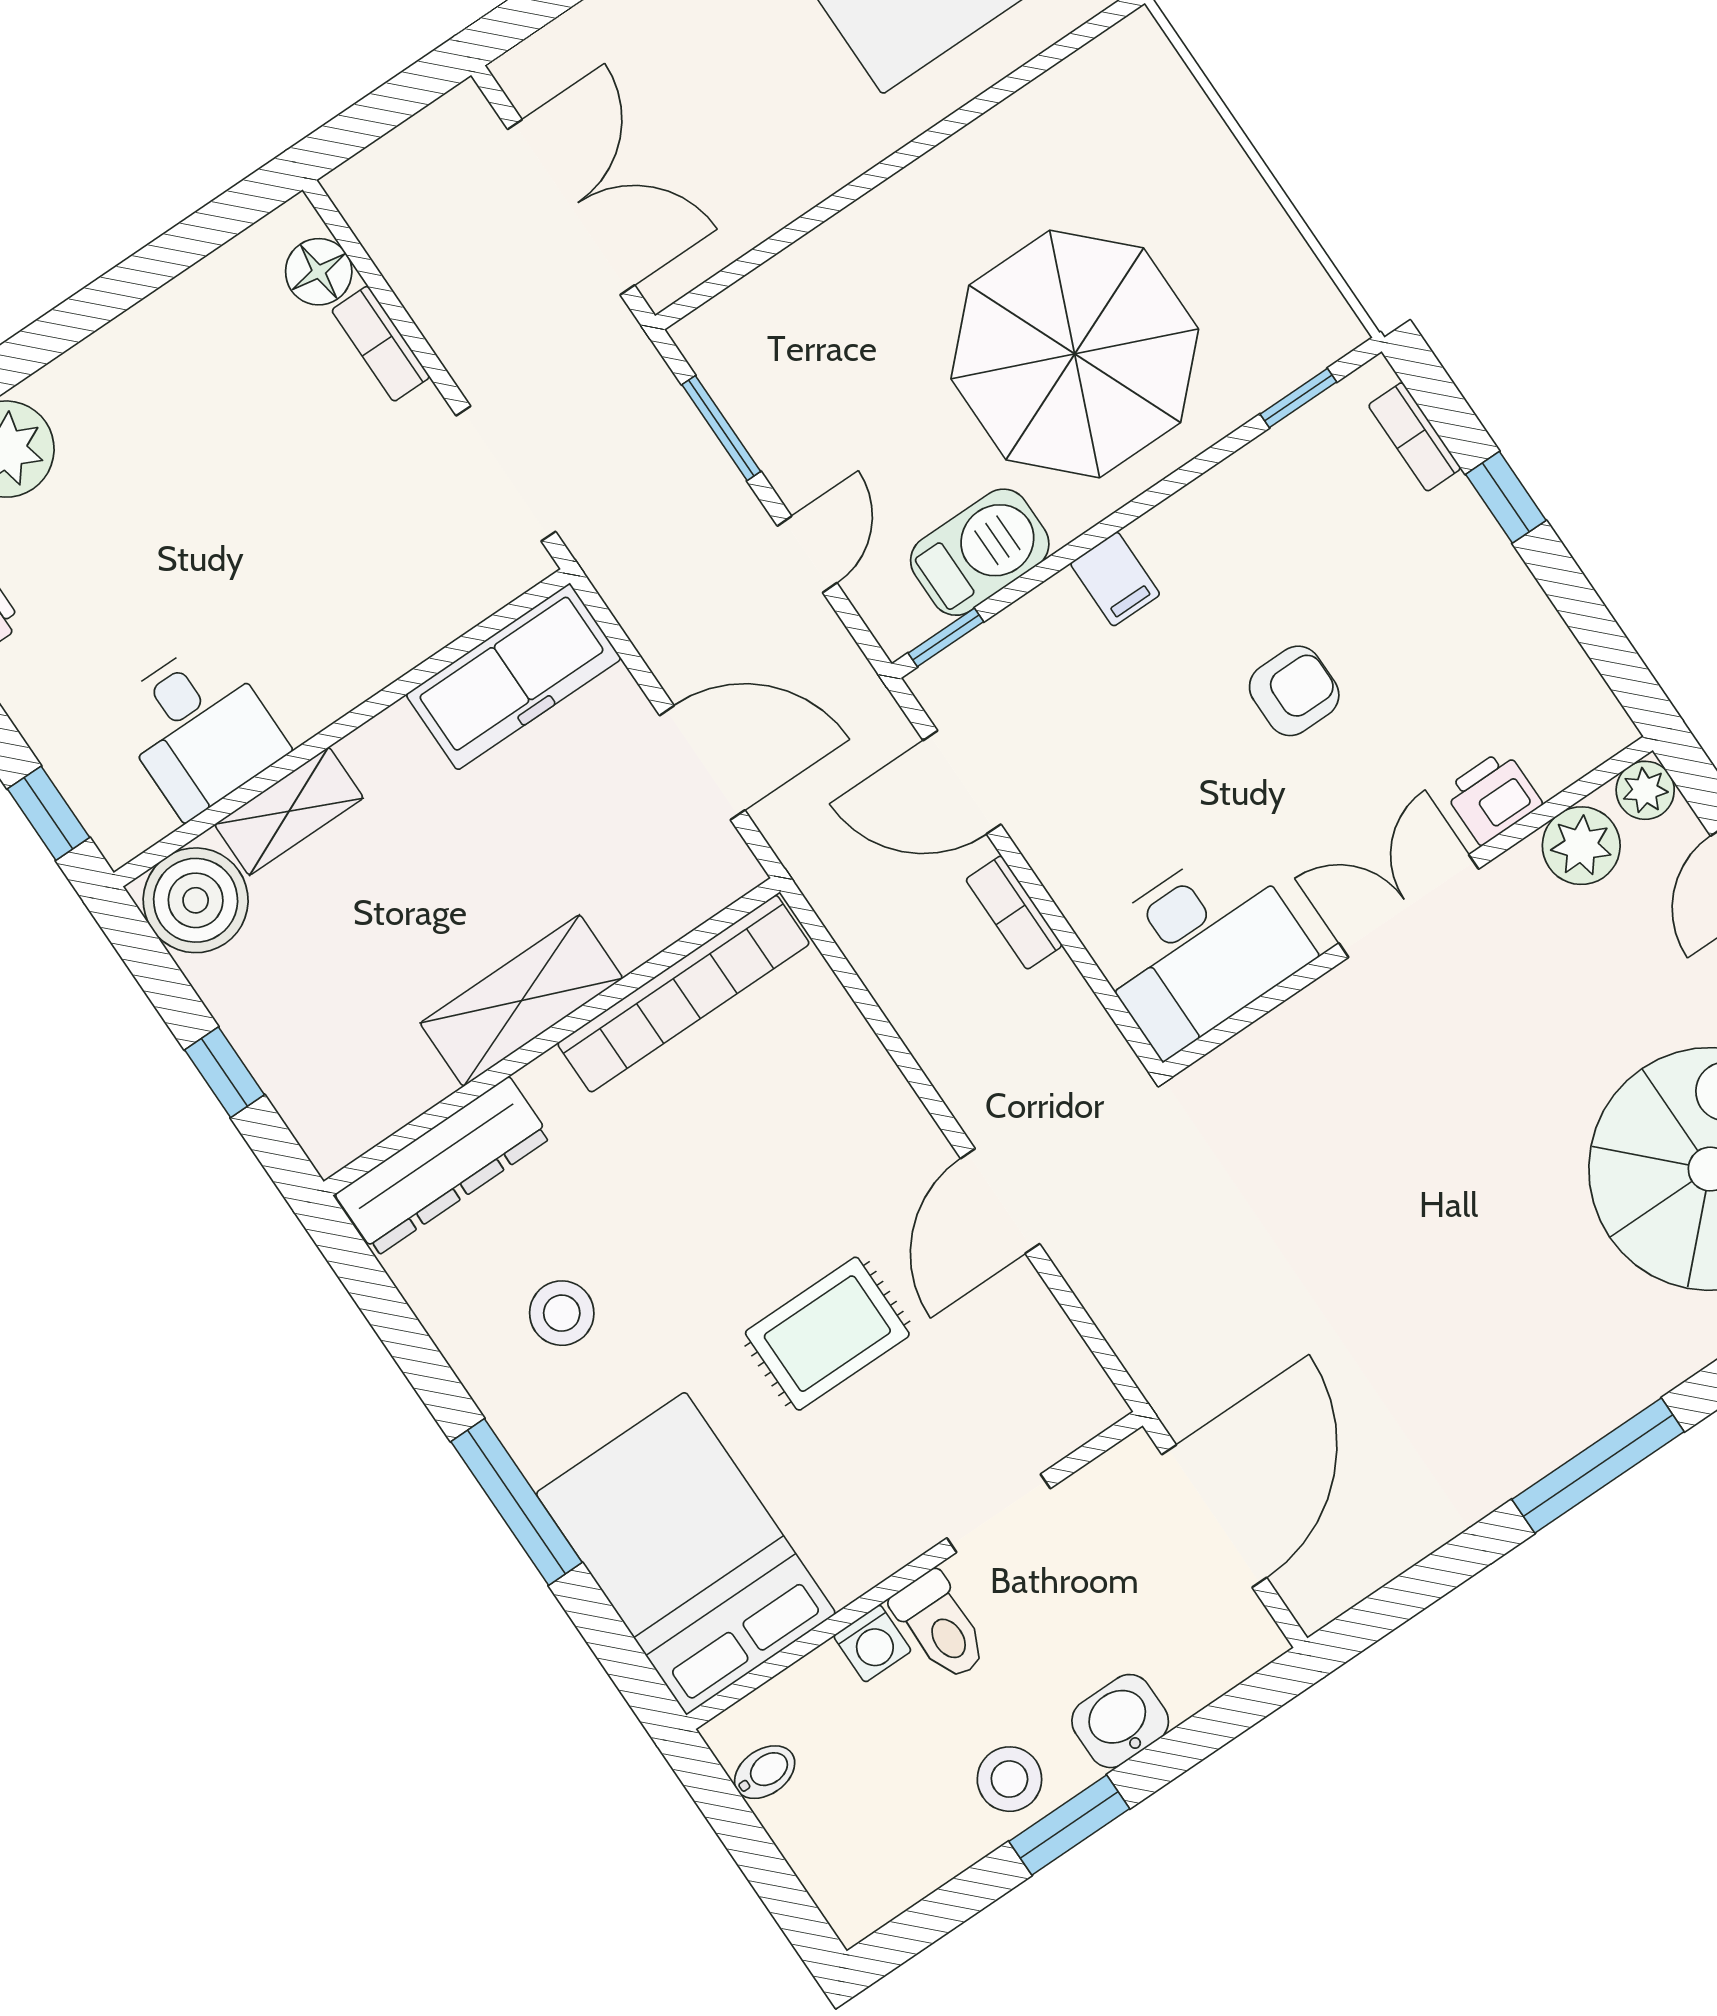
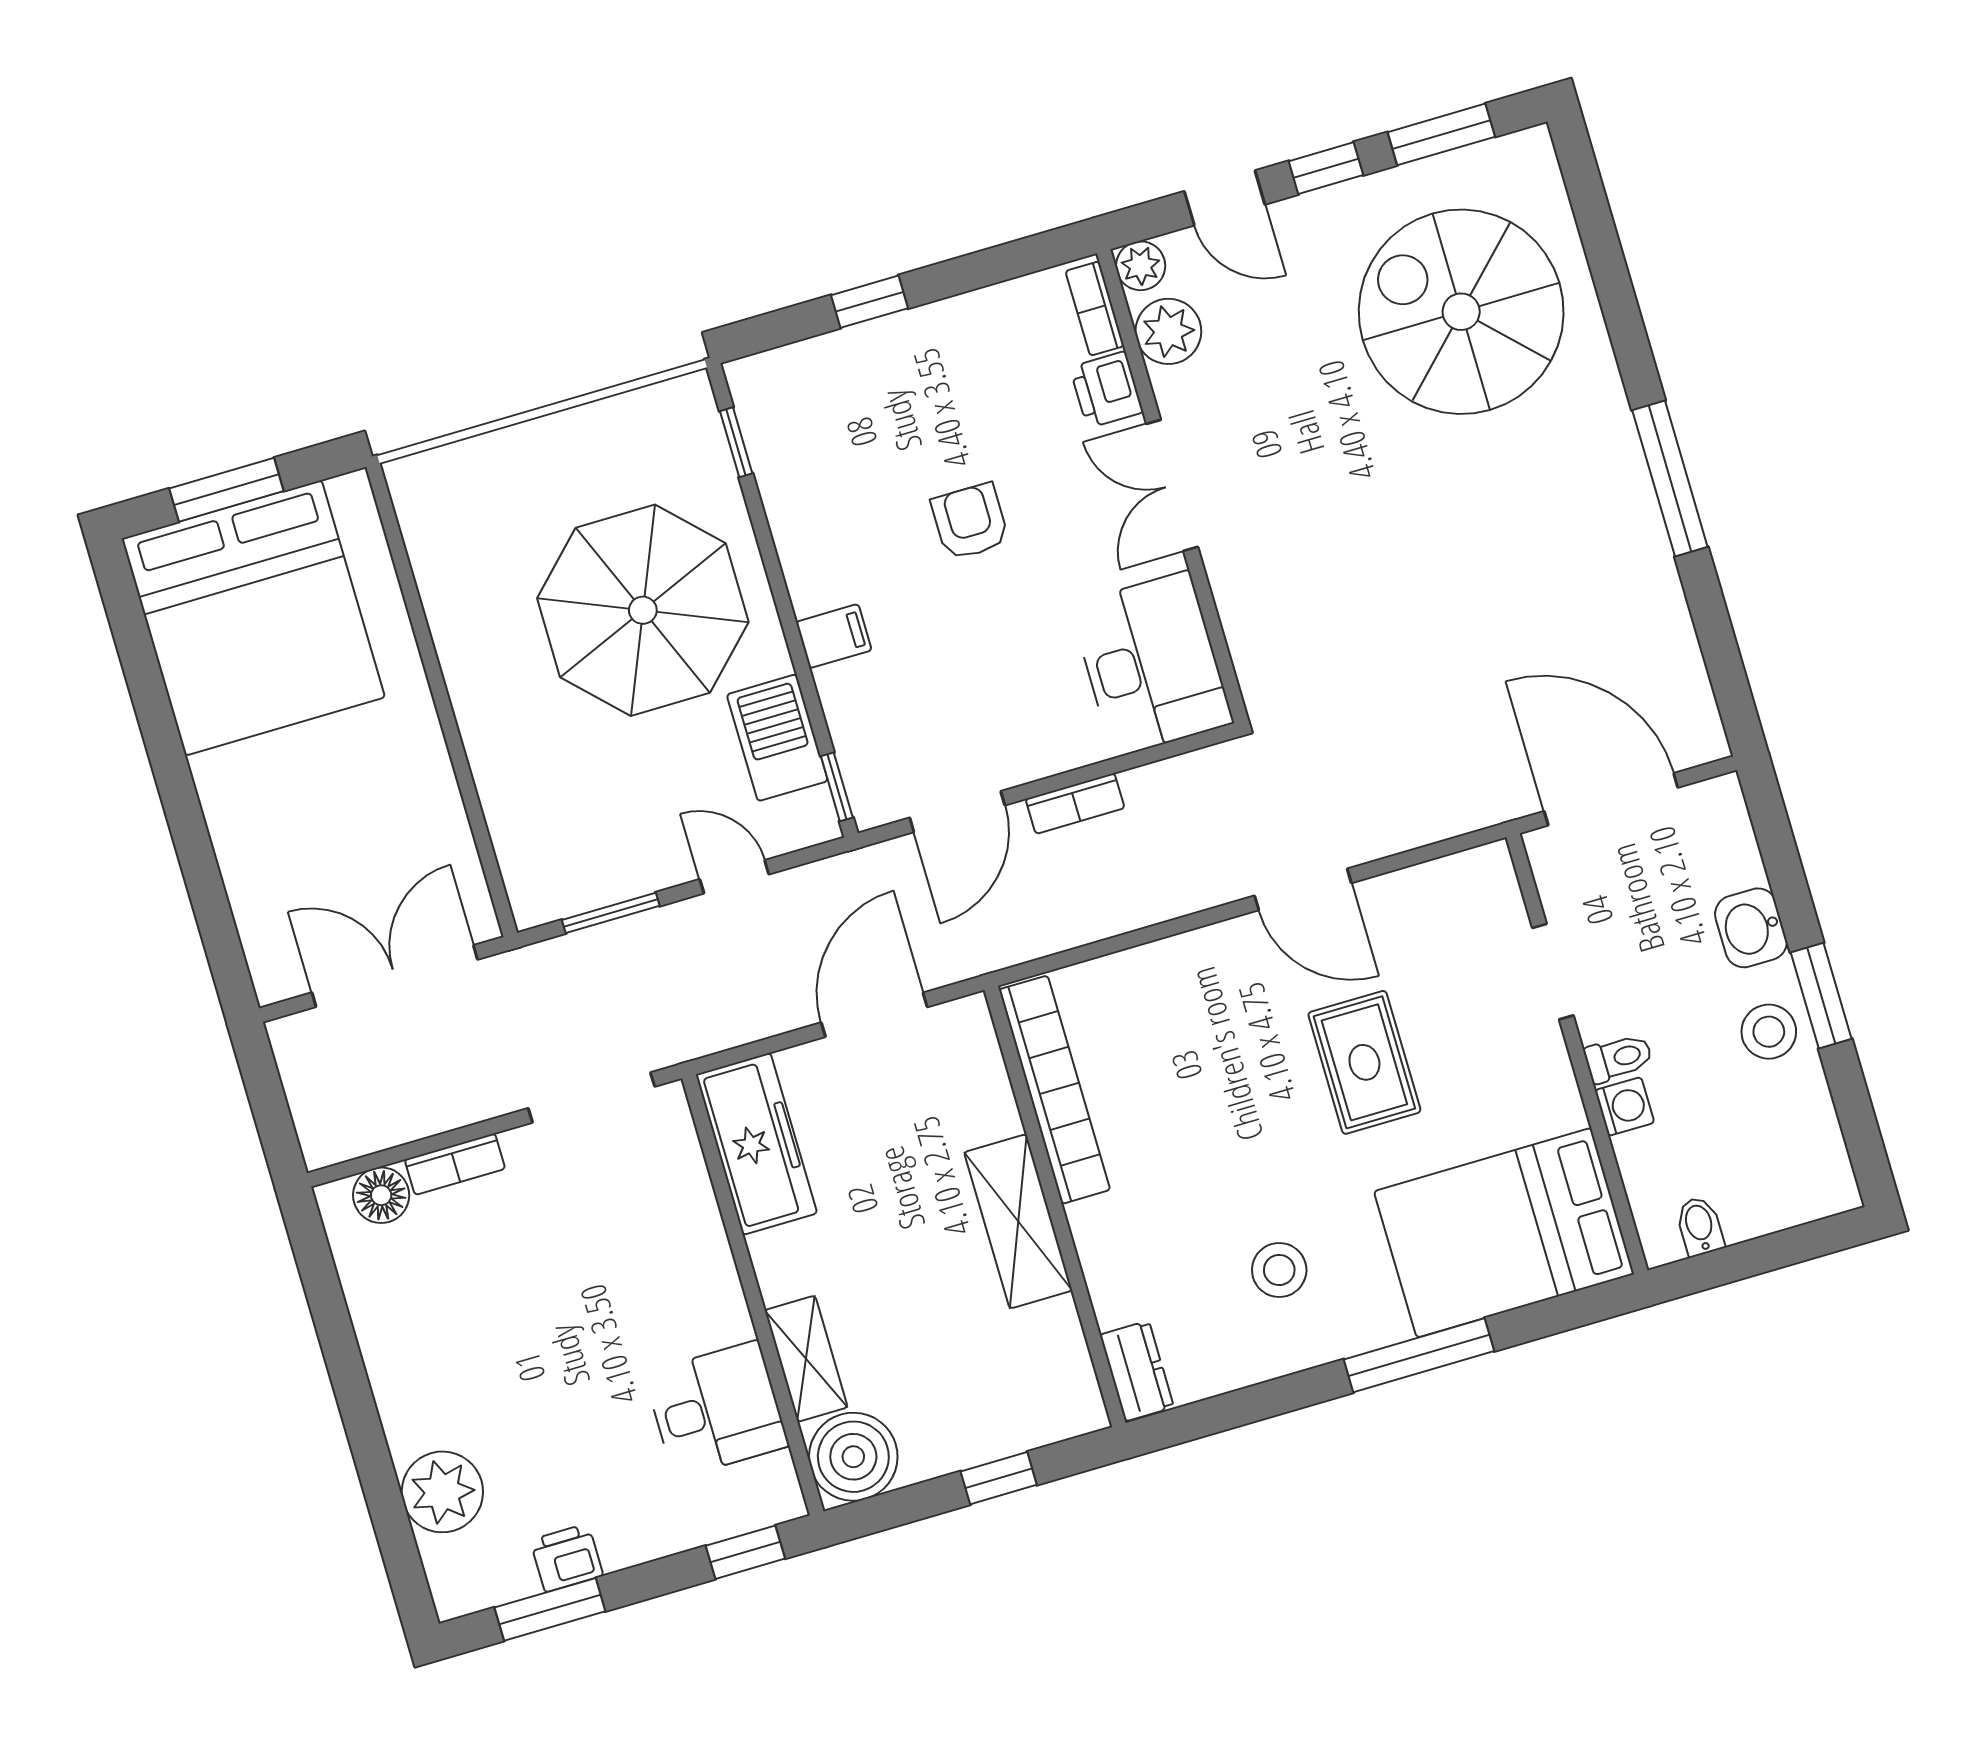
bookcase: (1415, 437) -> (1095, 309), moved, turned 90
dresser: (443, 1166) -> (1137, 1371), width x0.51, depth x0.80
toilet: (940, 1626) -> (1619, 1058), width x0.73, depth x0.72

